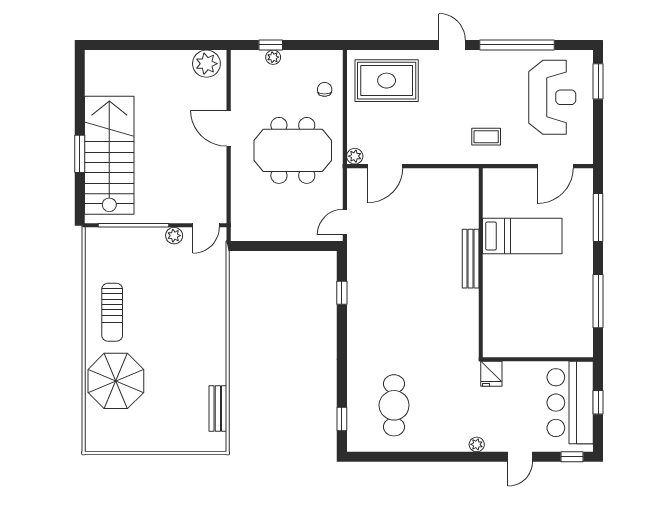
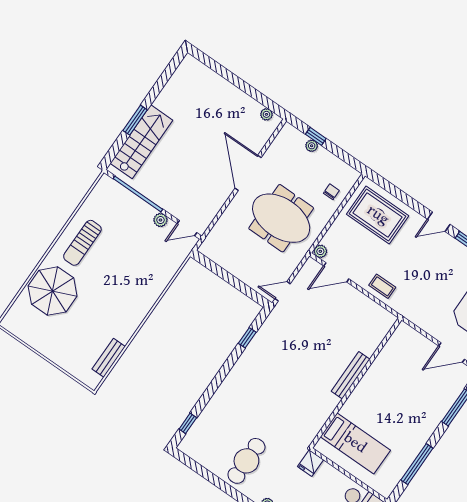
door: (452, 45) -> (439, 222), swing flipped
plant: (206, 64) -> (266, 114), width x0.53, depth x0.53
door: (229, 128) -> (248, 173), width x1.36
coffee table: (486, 137) -> (382, 286), moved
stairs: (109, 155) -> (141, 142), width x0.73, depth x0.66
bed: (522, 236) -> (355, 443), moved
cafe table: (394, 405) -> (246, 461), moved

